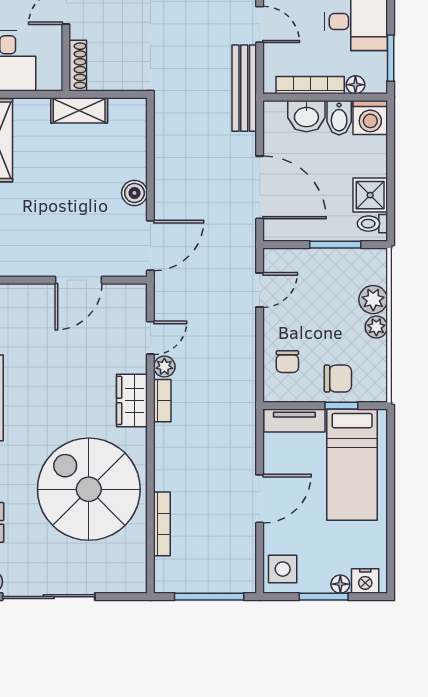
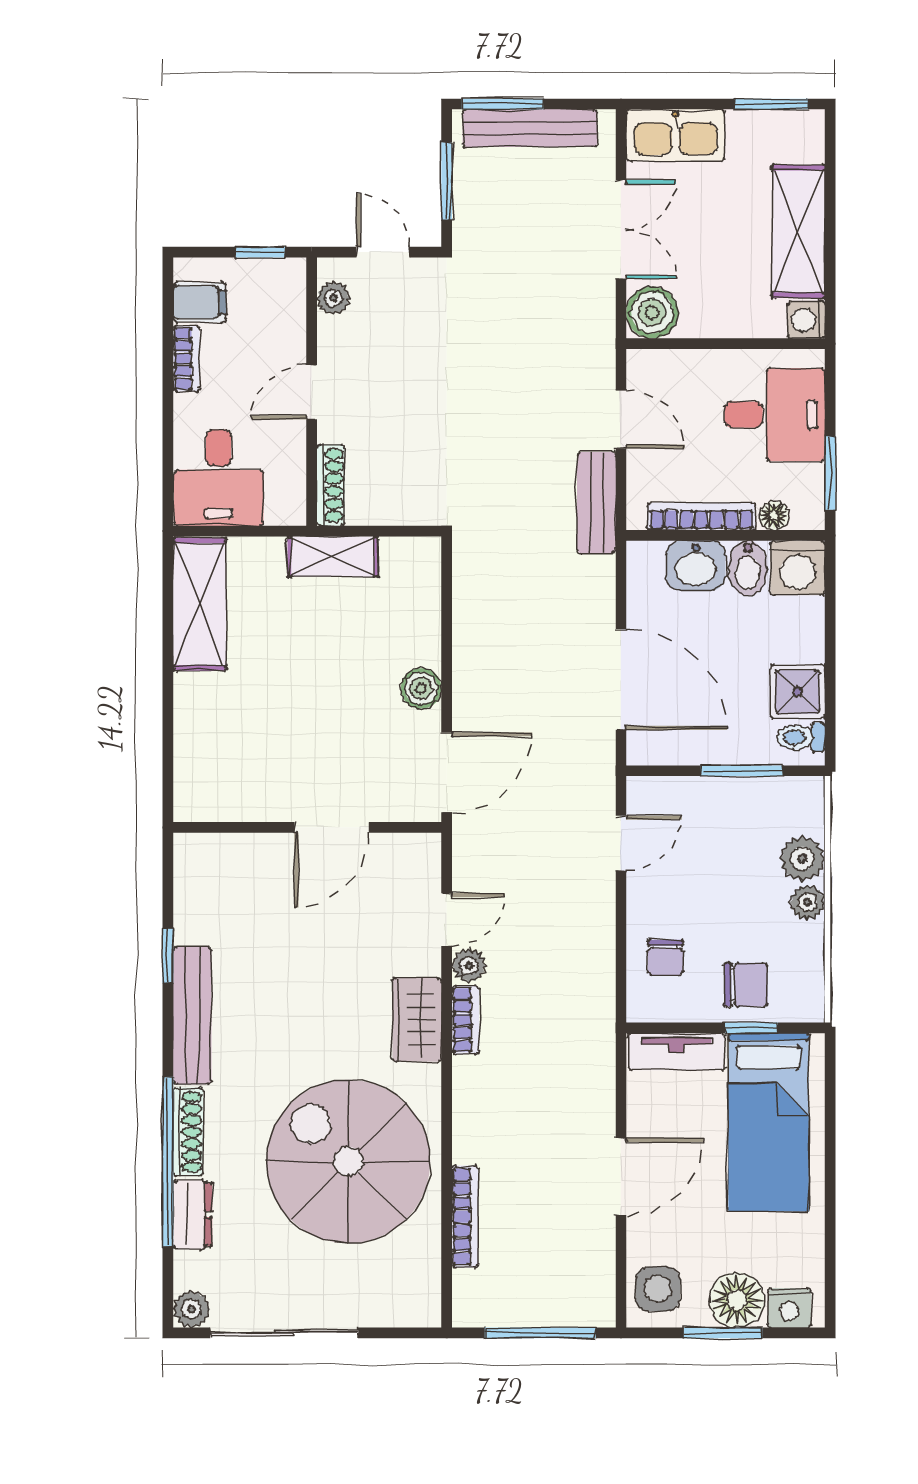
bench: (244, 88) -> (596, 503), width x0.73
floor lamp: (340, 584) -> (737, 1300), width x1.89, depth x1.89

